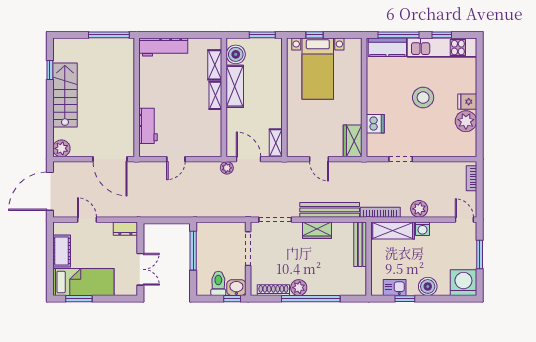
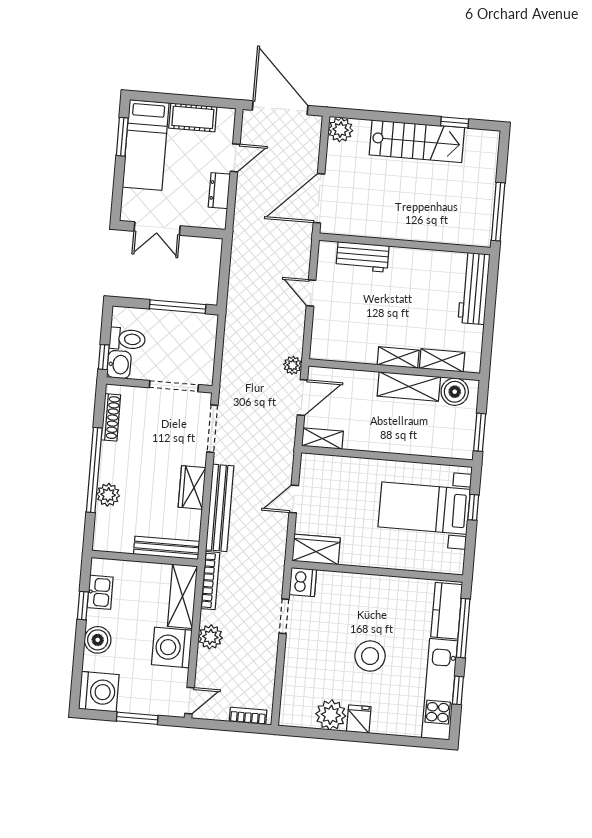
dishwasher: (375, 124) -> (303, 582), moved, turned -90
dresser: (125, 229) -> (219, 191), moved
washing machine: (423, 229) -> (172, 647), width x1.89, depth x1.89
plant: (299, 288) -> (108, 495), moved

